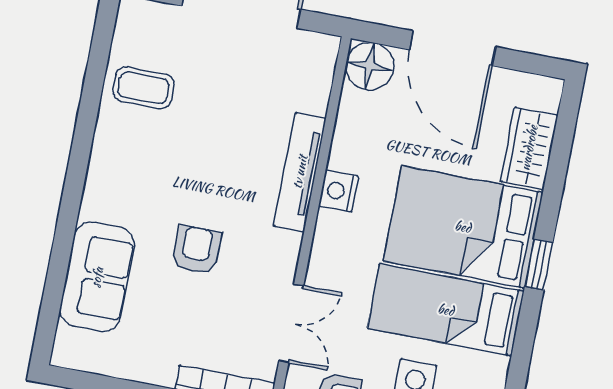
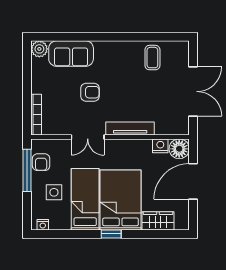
nightstand: (338, 191) -> (160, 146), moved
double door: (291, 323) -> (88, 137), moved
plant: (72, 349) -> (39, 49), added

